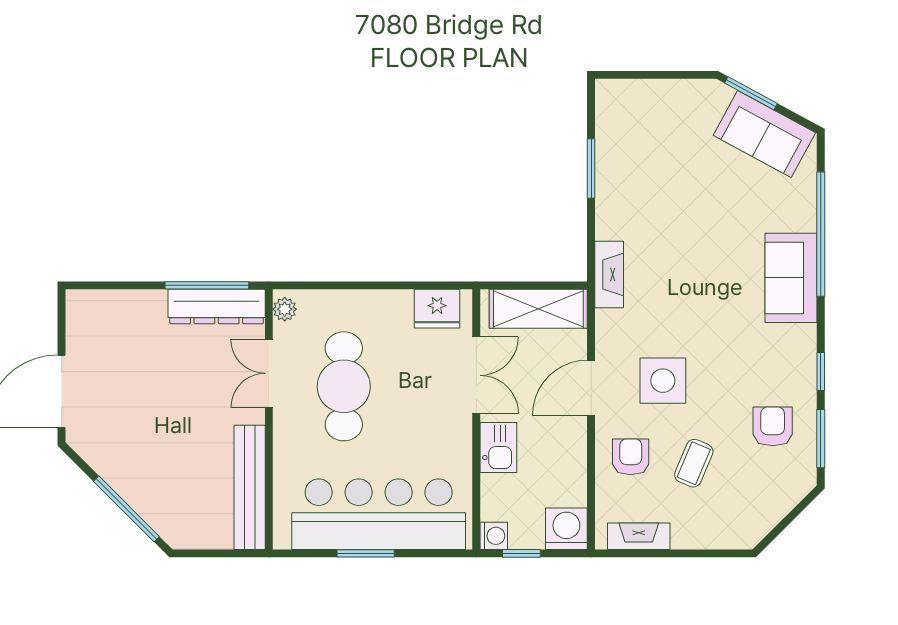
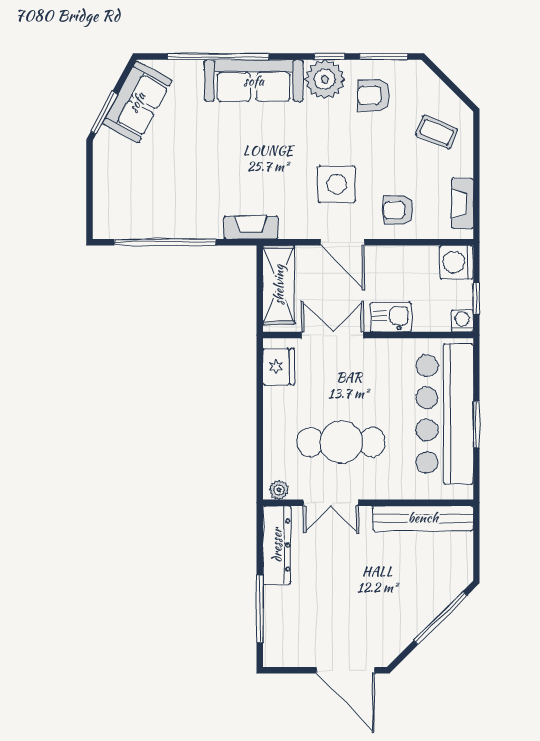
window: (591, 168) -> (165, 242), width x2.11
sofa: (791, 278) -> (254, 81), width x1.36
window: (207, 285) -> (260, 609), moved
plant: (793, 366) -> (325, 79), added
coffee table: (694, 463) -> (437, 132), moved

